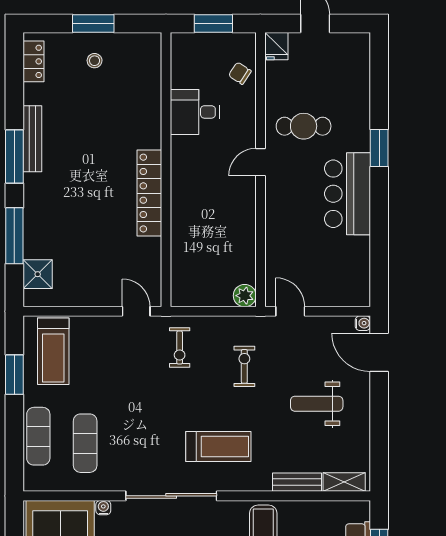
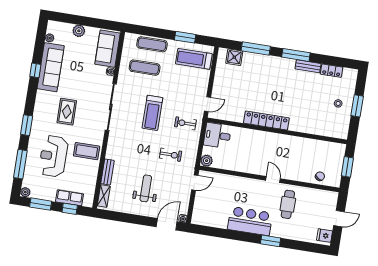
fridge: (276, 46) -> (325, 236), moved
locker: (34, 61) -> (332, 71), moved
desk: (195, 112) -> (217, 135), moved, turned -90
bench: (32, 139) -> (308, 66), width x0.73
treadmill: (218, 447) -> (152, 113), moved

